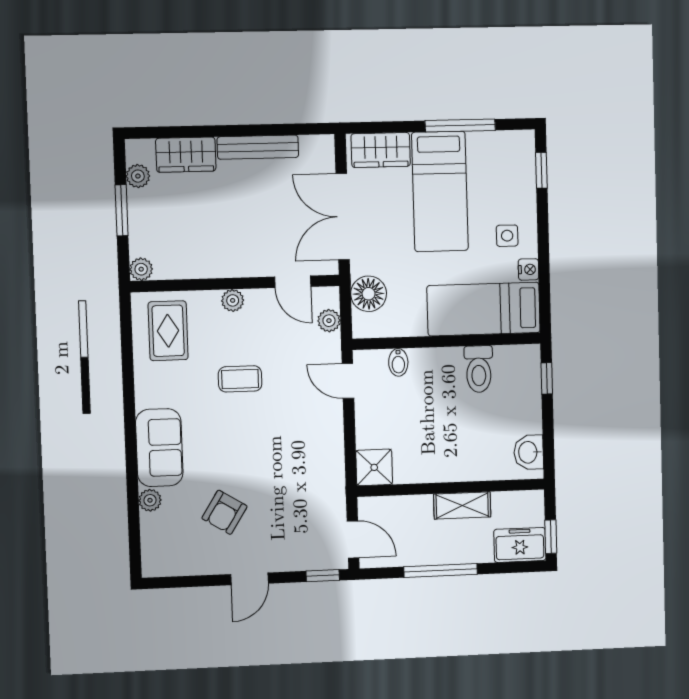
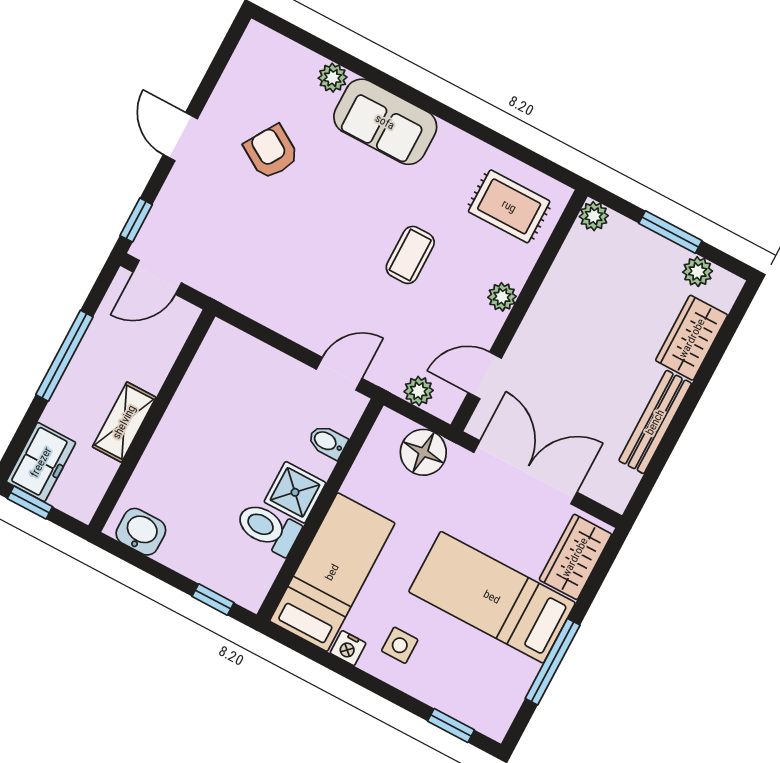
shower: (374, 467) -> (295, 492), moved

